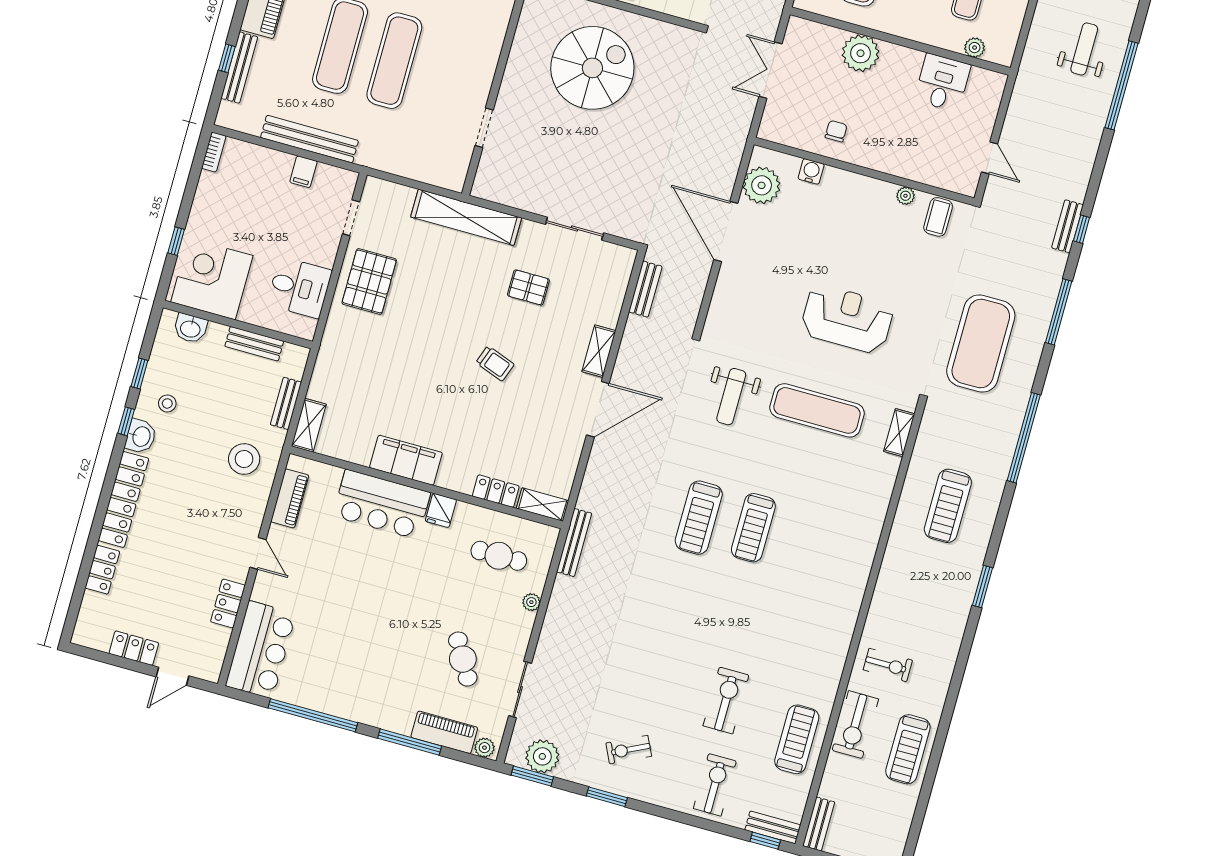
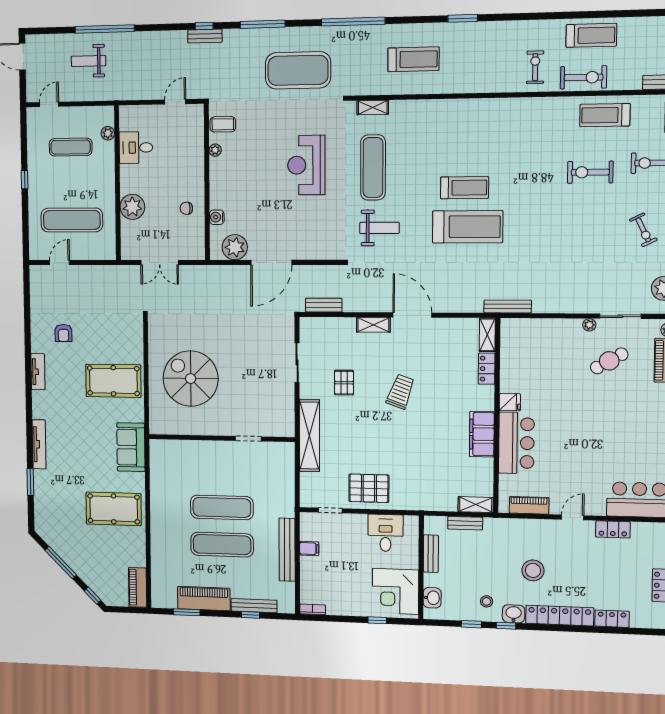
trolley: (495, 363) -> (400, 392), width x1.36, depth x1.39
stool: (244, 459) -> (533, 570), moved
treadmill: (699, 518) -> (468, 227), width x1.37, depth x1.38
cafe table: (499, 556) -> (531, 355), removed
plant: (531, 602) -> (589, 325), moved

